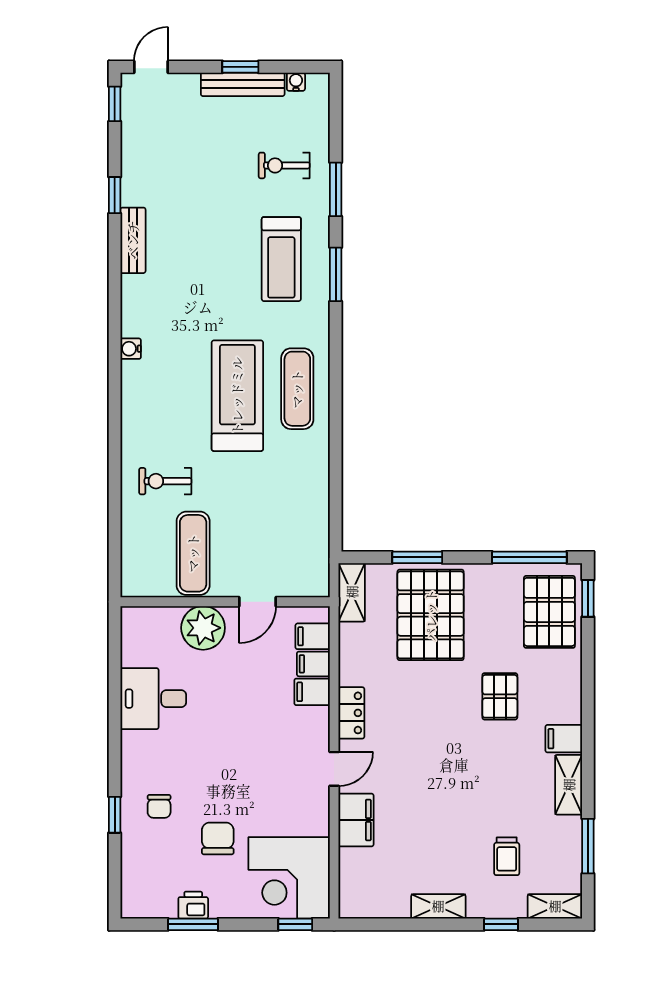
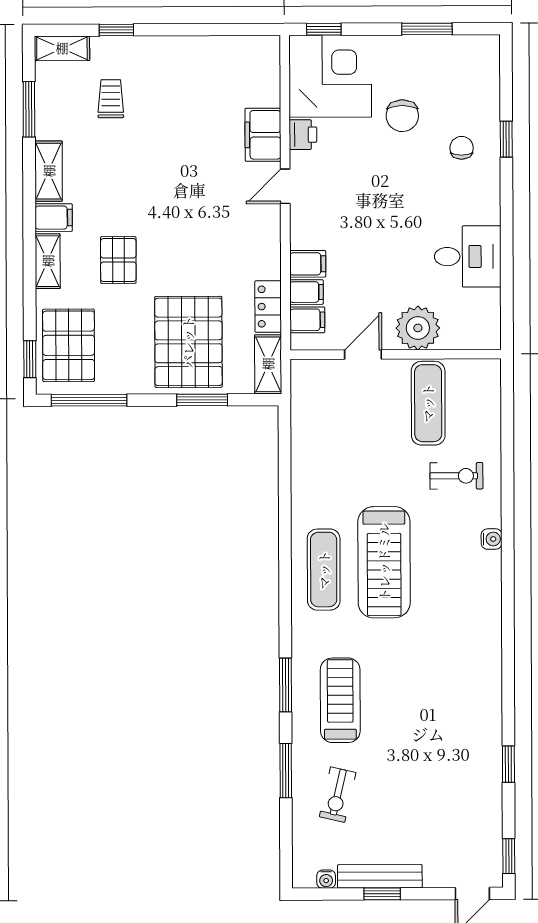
exercise bike: (284, 165) -> (338, 795), turned 103
bench: (133, 240) -> (490, 719), removed
water cooler: (131, 349) -> (492, 539), moved
locker: (351, 713) -> (268, 307), moved
printer: (193, 905) -> (303, 135), moved, turned -90
shelving: (438, 906) -> (48, 261), moved, turned 90

